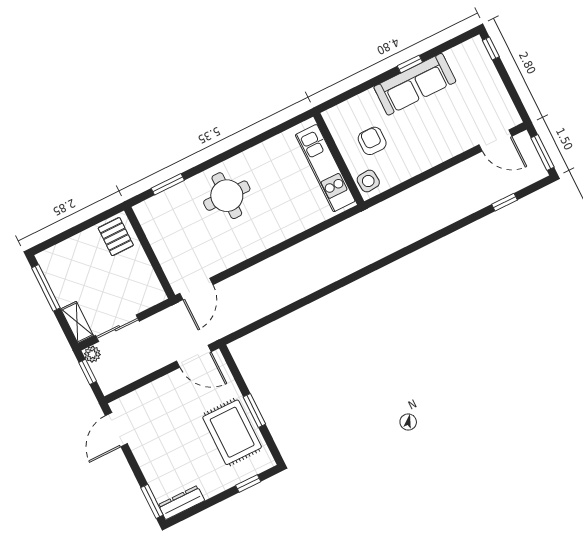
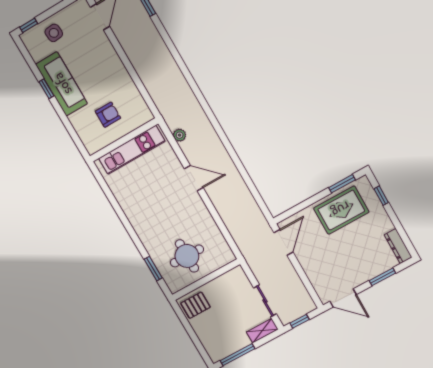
armchair: (372, 141) -> (108, 115), turned 180
side table: (368, 181) -> (54, 33), moved
round table: (227, 196) -> (187, 256), moved
door: (196, 289) -> (194, 178), moved
plant: (92, 354) -> (180, 135), moved
window: (254, 411) -> (342, 184), moved
window: (152, 501) -> (382, 277), moved

